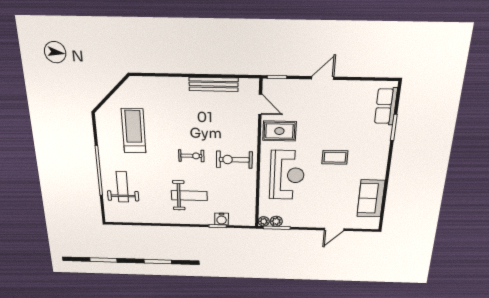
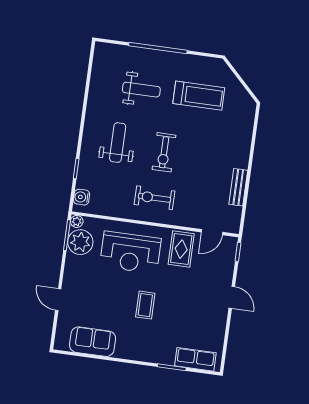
bench: (214, 84) -> (238, 187), width x0.73
exercise bike: (191, 156) -> (164, 152), width x1.38, depth x1.39
exercise bike: (234, 160) -> (154, 198), turned -90
weight bench: (122, 187) -> (141, 90), moved
weight bench: (189, 196) -> (118, 143), turned 180
water cooler: (222, 219) -> (82, 197), moved
plant: (276, 221) -> (80, 242), width x1.88, depth x1.88

